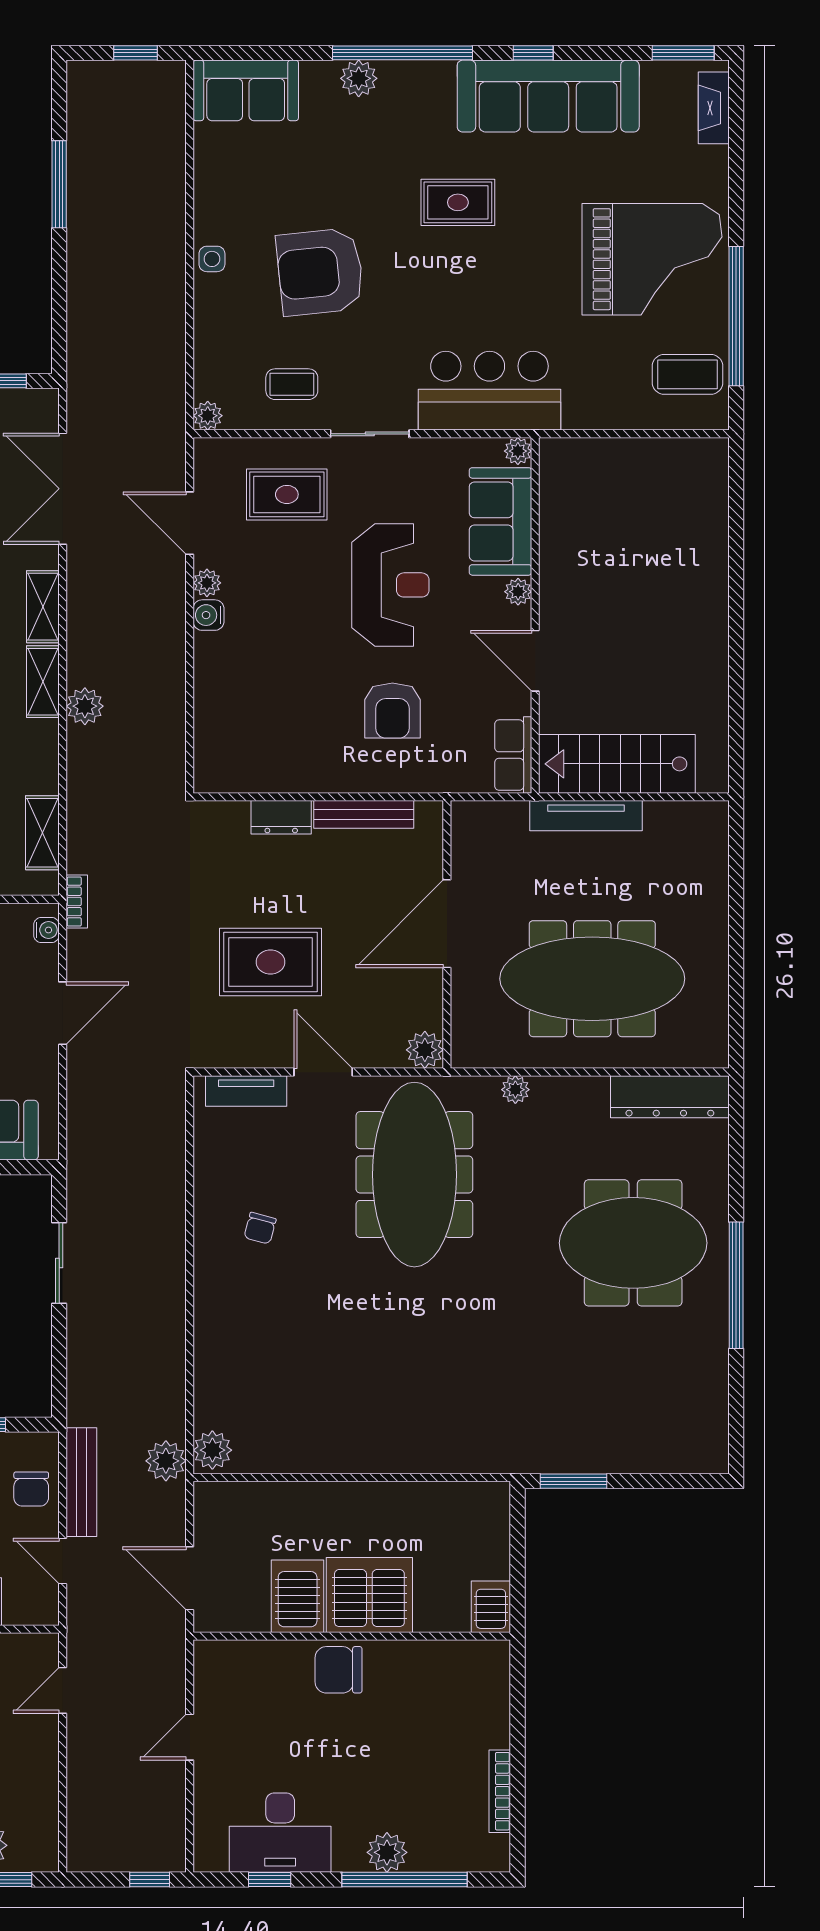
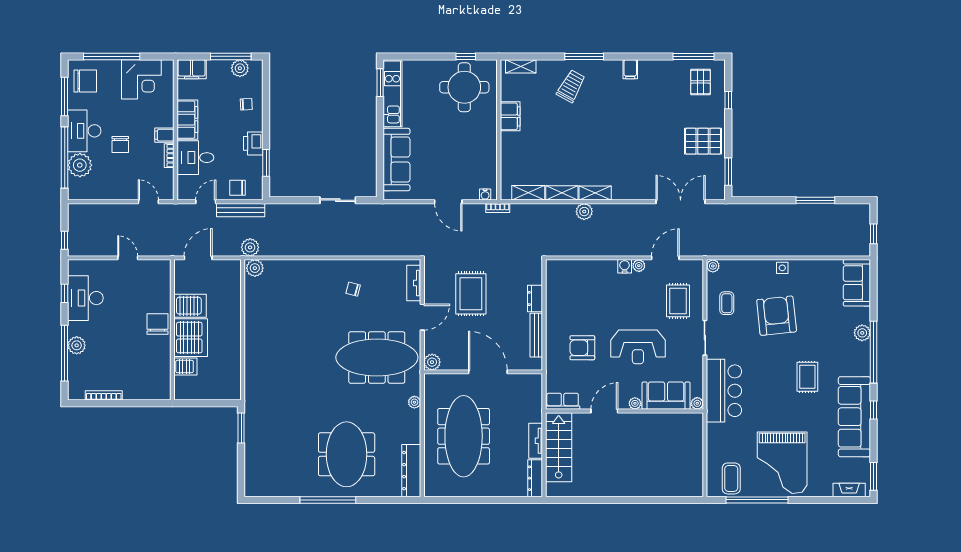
shelving: (43, 607) -> (562, 193), moved
tv unit: (586, 816) -> (536, 441), width x0.71
dresser: (687, 817) -> (535, 478), added
server rack: (491, 1607) -> (185, 367), moved

